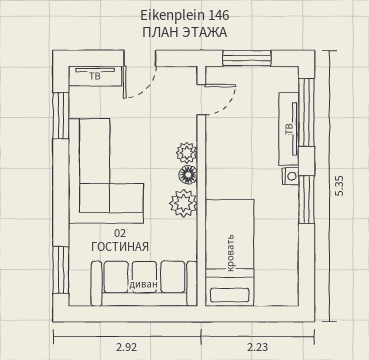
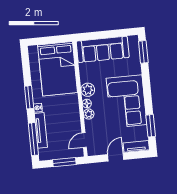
bed: (230, 253) -> (58, 69), width x1.50

